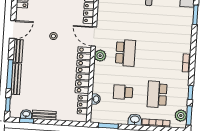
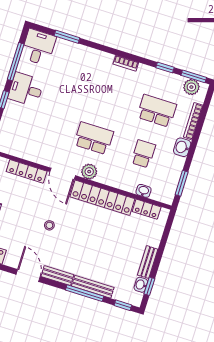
door: (94, 36) -> (63, 174), hinge flipped
school desk: (123, 92) -> (143, 154), turned 180
school desk: (157, 94) -> (157, 111), turned 180

